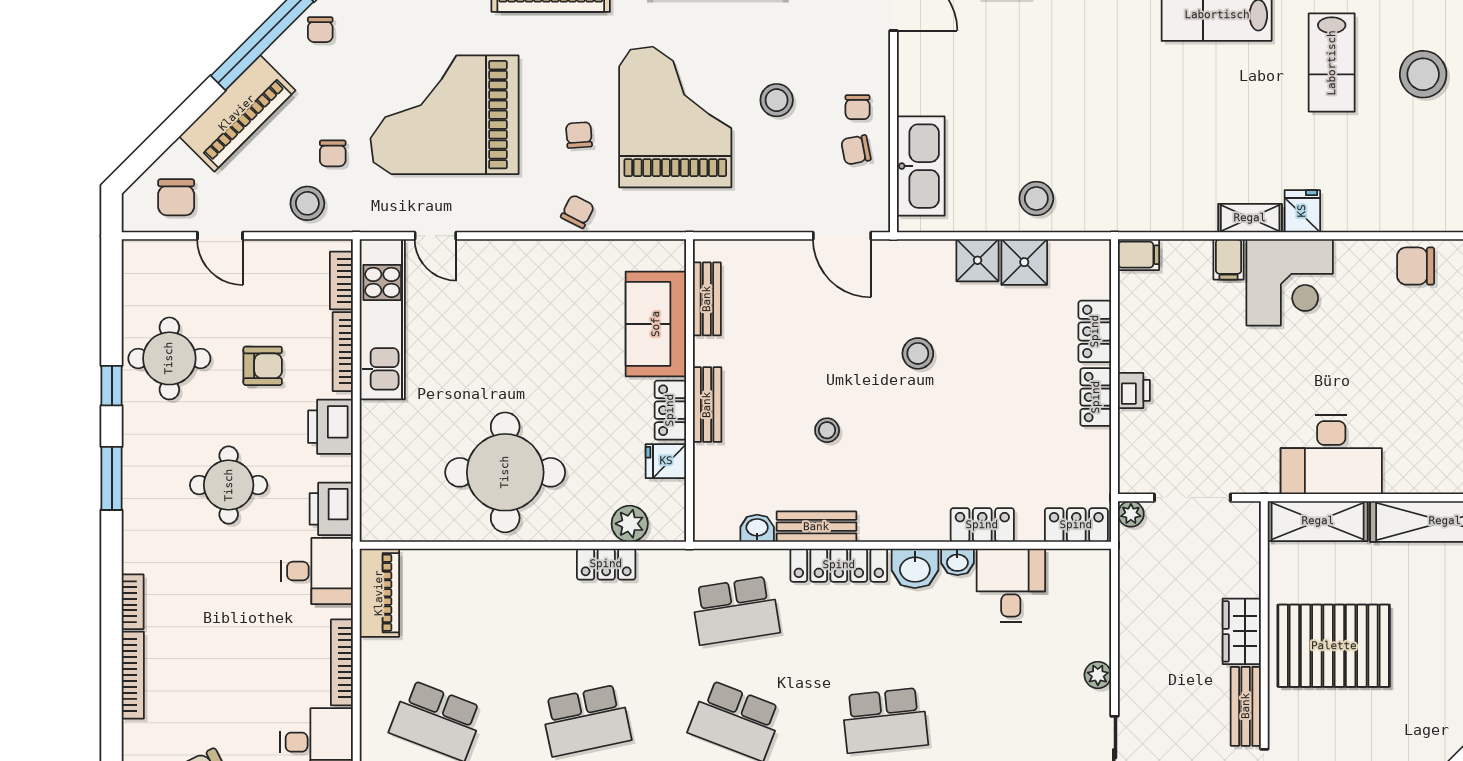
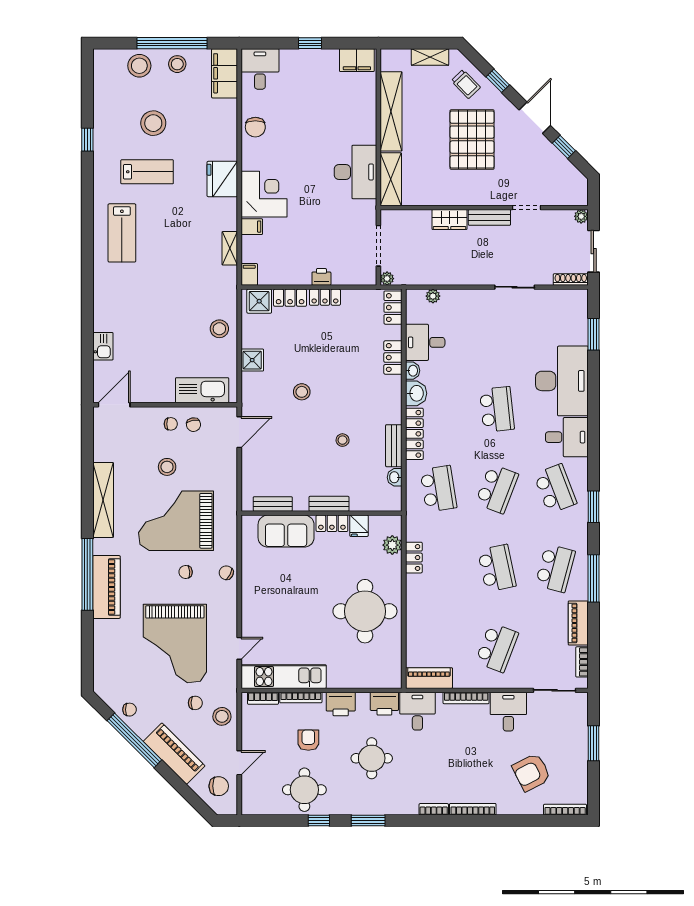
fridge: (1302, 211) -> (222, 179), width x1.88, depth x1.34
shelving: (1250, 218) -> (230, 248), moved
shower: (1024, 262) -> (259, 301), moved
pallet: (1334, 646) -> (472, 140), moved
plant: (1098, 675) -> (433, 296), moved

